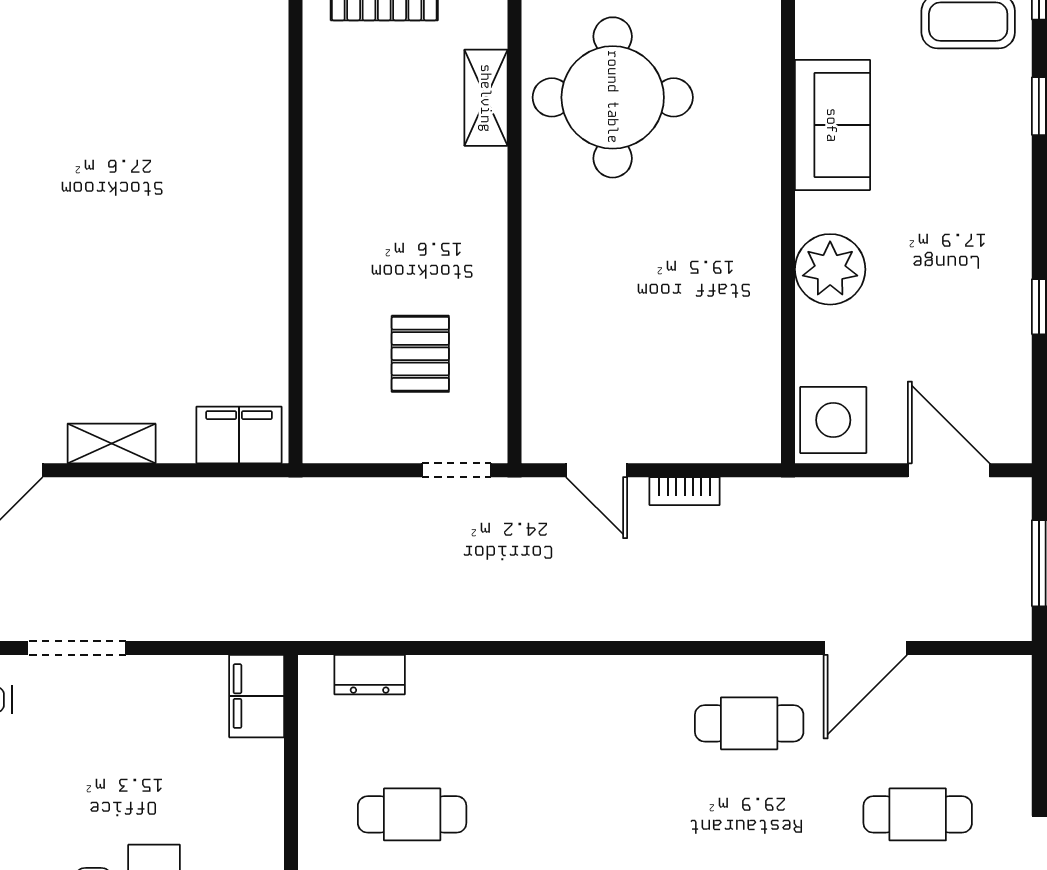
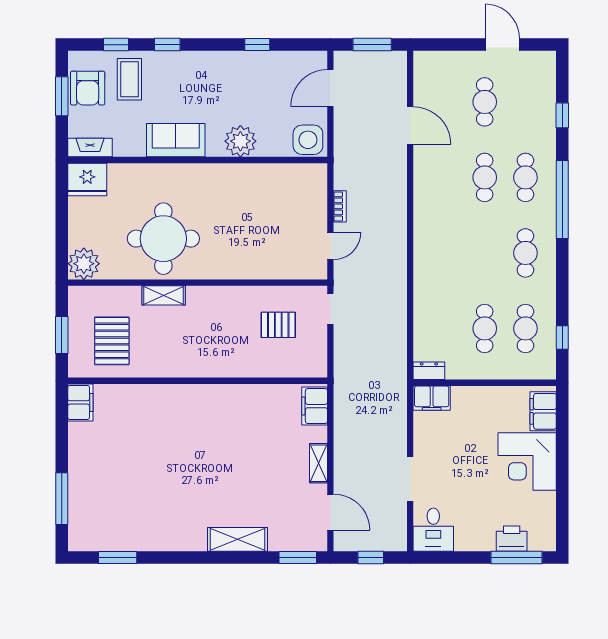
dresser: (370, 675) -> (429, 371), moved, turned -90
cafe table: (749, 723) -> (485, 177), moved

